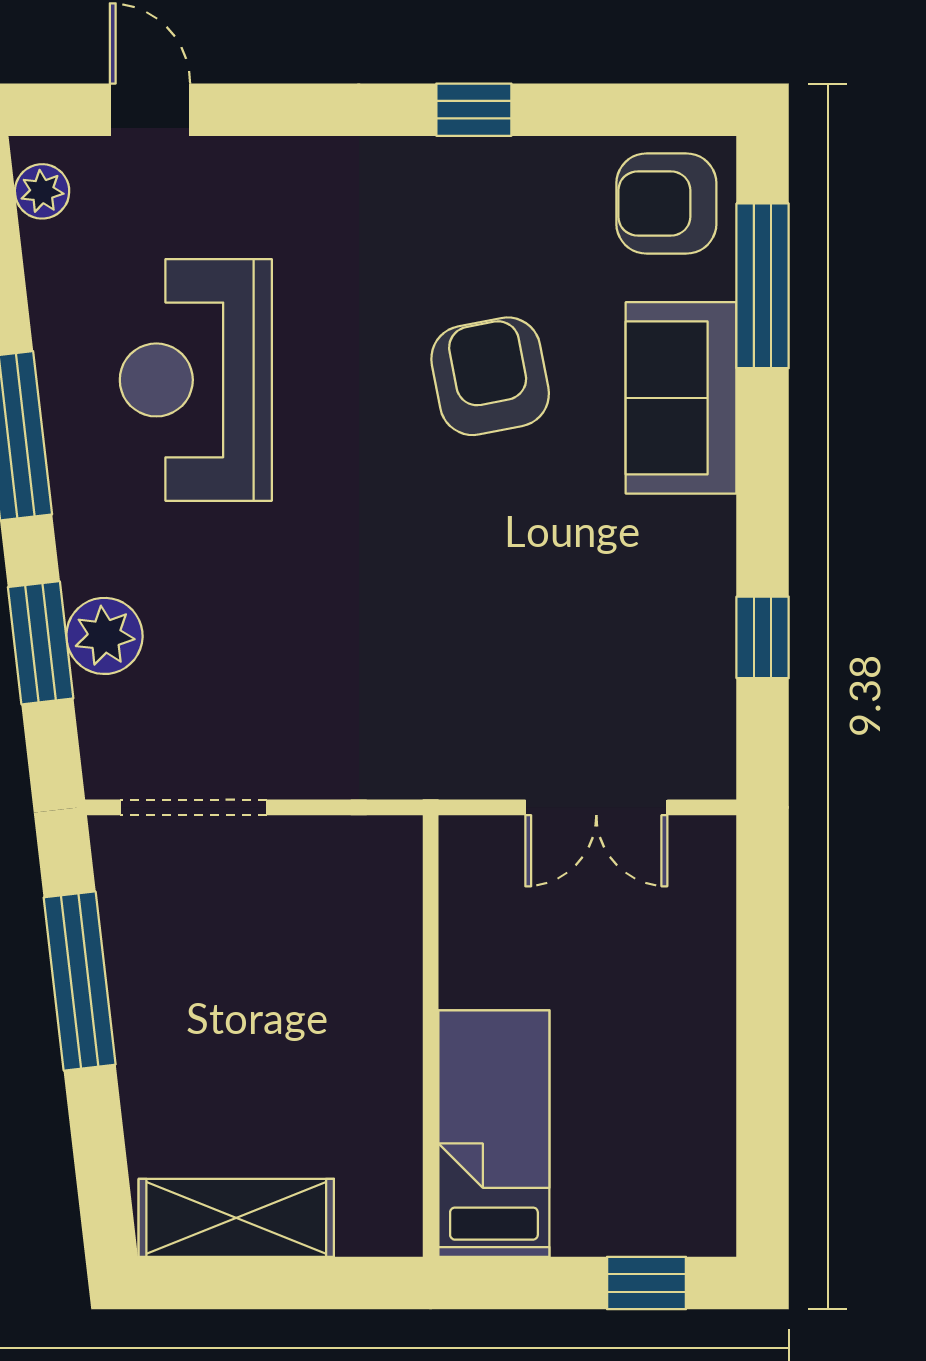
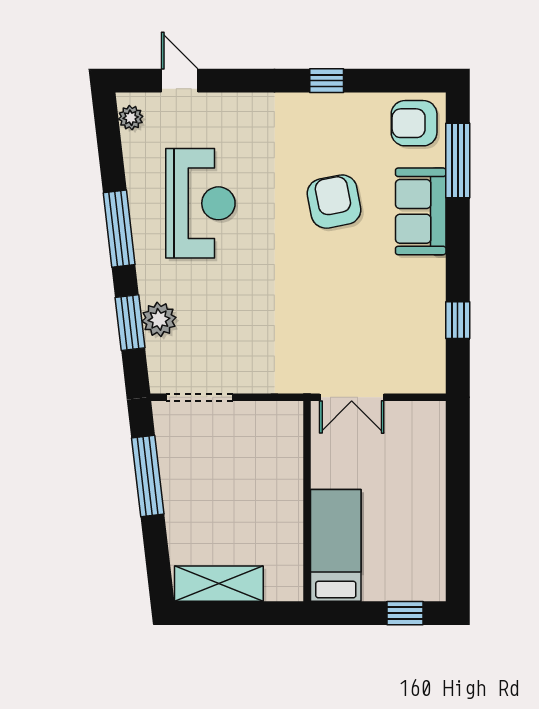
reception desk: (196, 380) -> (200, 203), turned 180
double door: (596, 807) -> (352, 397), moved

